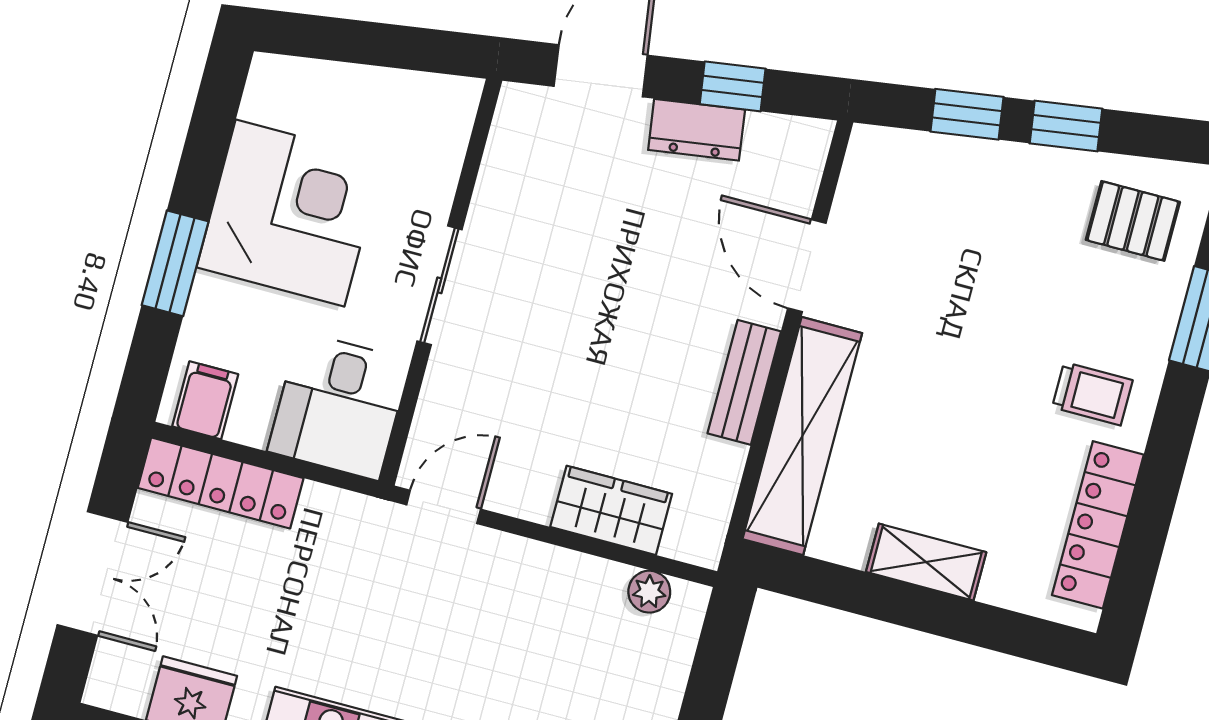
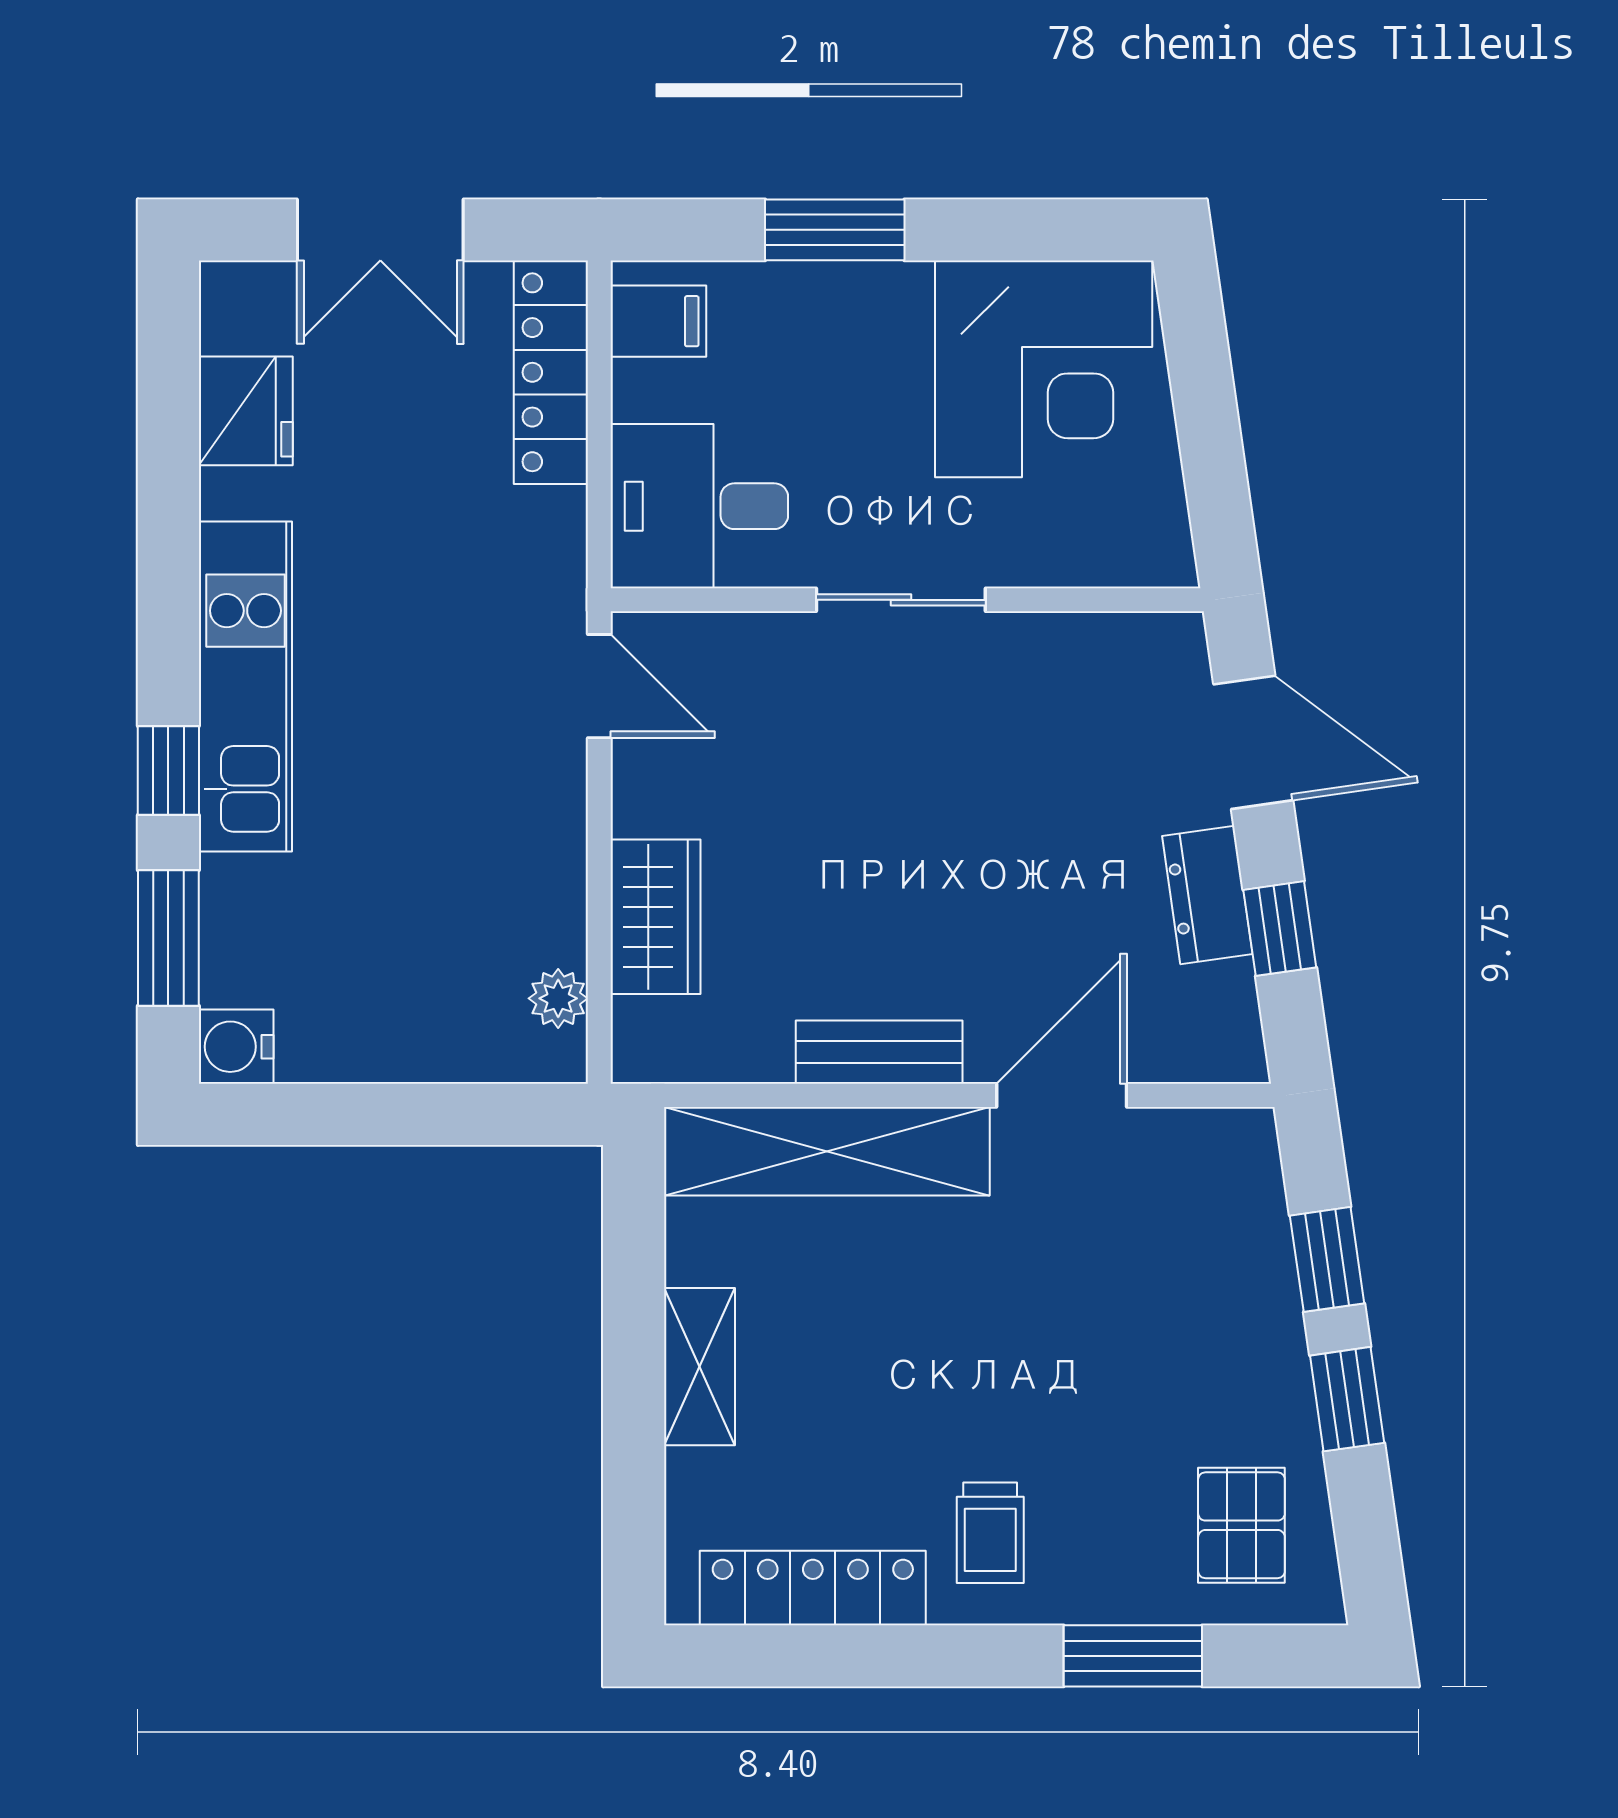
corner desk: (290, 213) -> (1044, 369), moved

